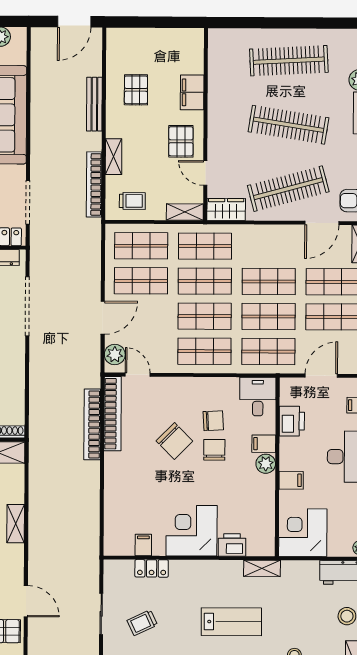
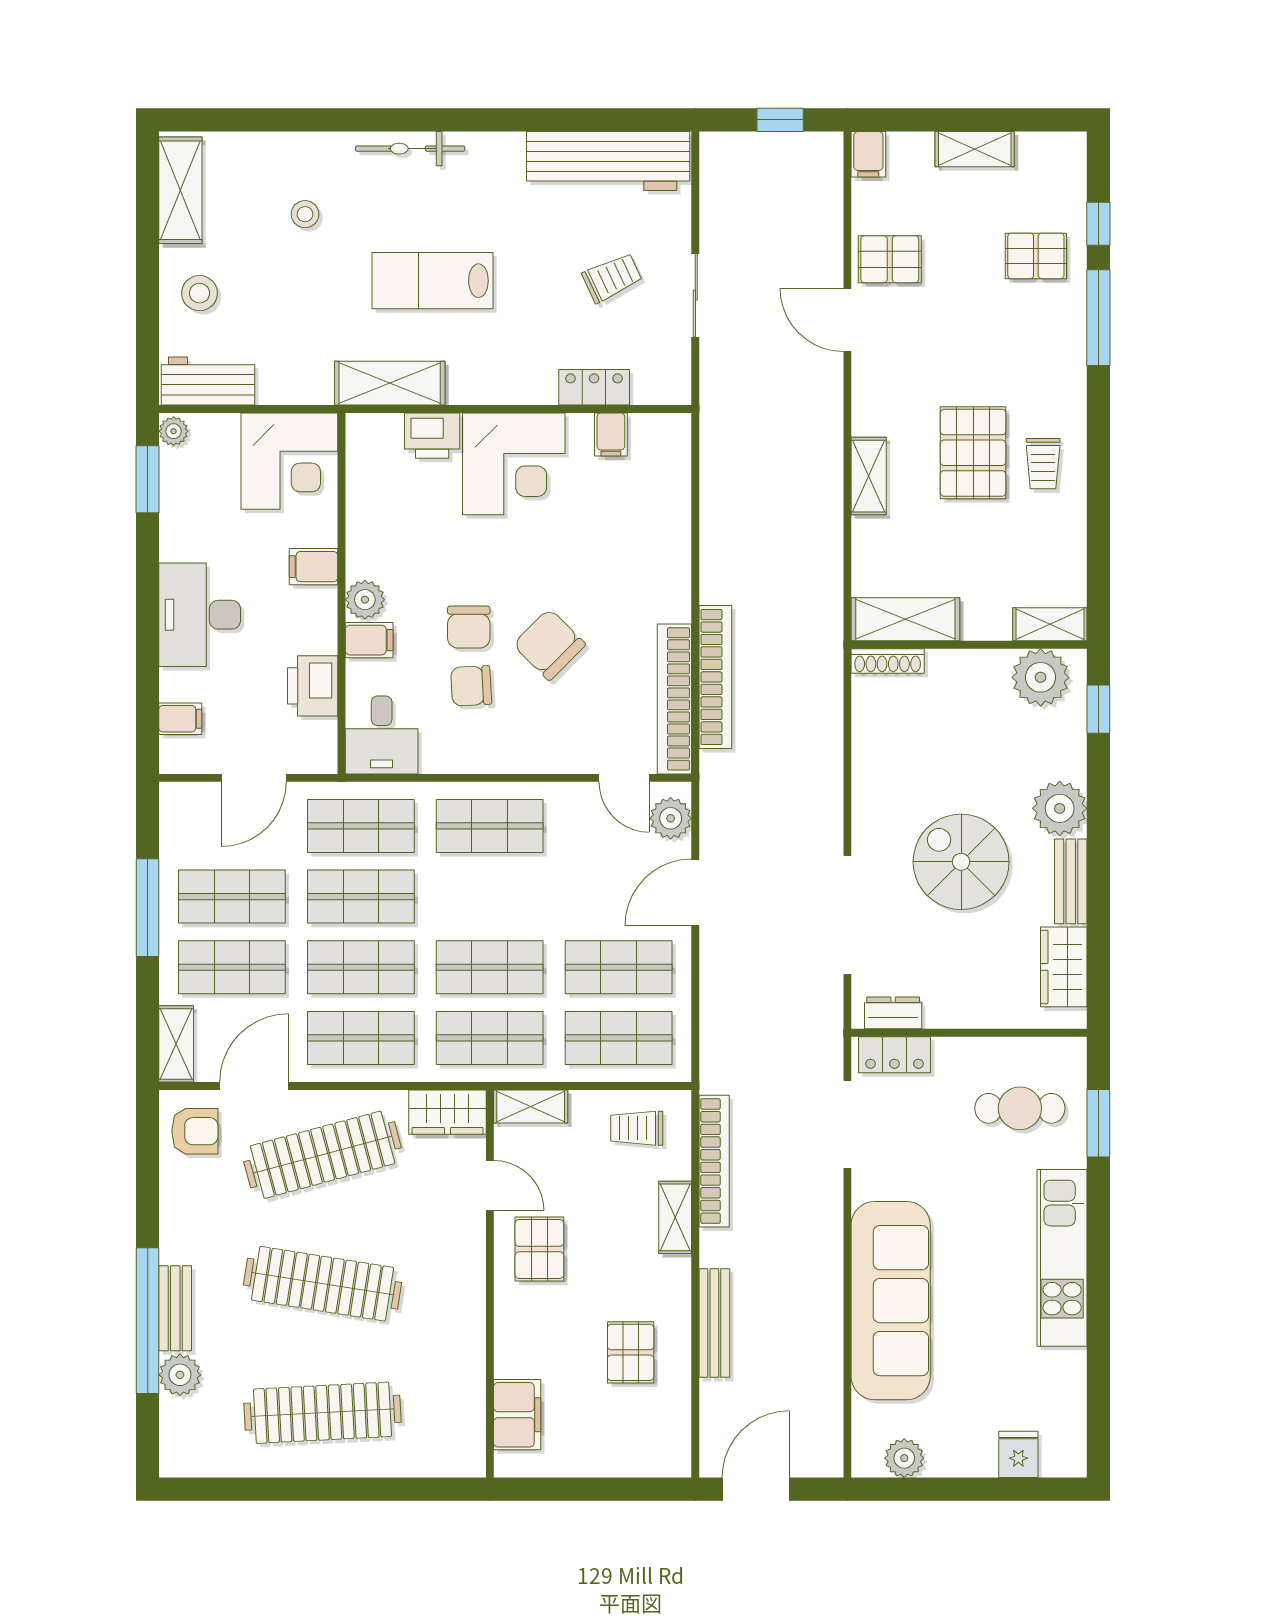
filing cabinet: (192, 92) -> (517, 1415), moved
shop shelf: (205, 316) -> (361, 1038), moved
shelving: (262, 568) -> (390, 383), width x1.50, depth x1.33

